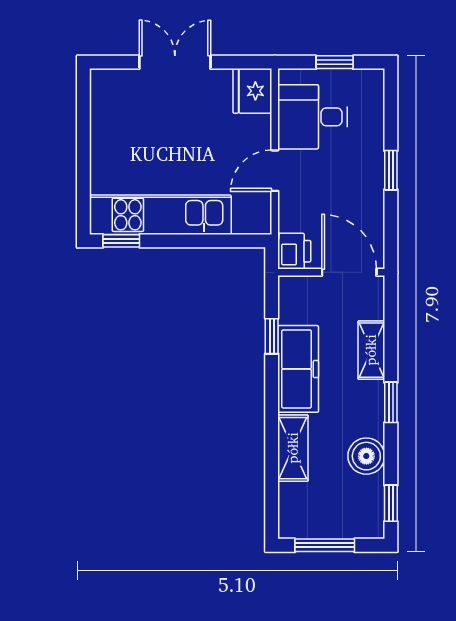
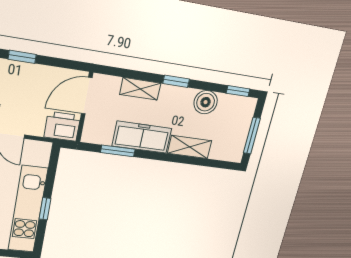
window: (121, 241) -> (45, 209), moved
printer: (294, 251) -> (62, 126), width x1.36, depth x1.24
window: (272, 336) -> (118, 151), width x1.50

